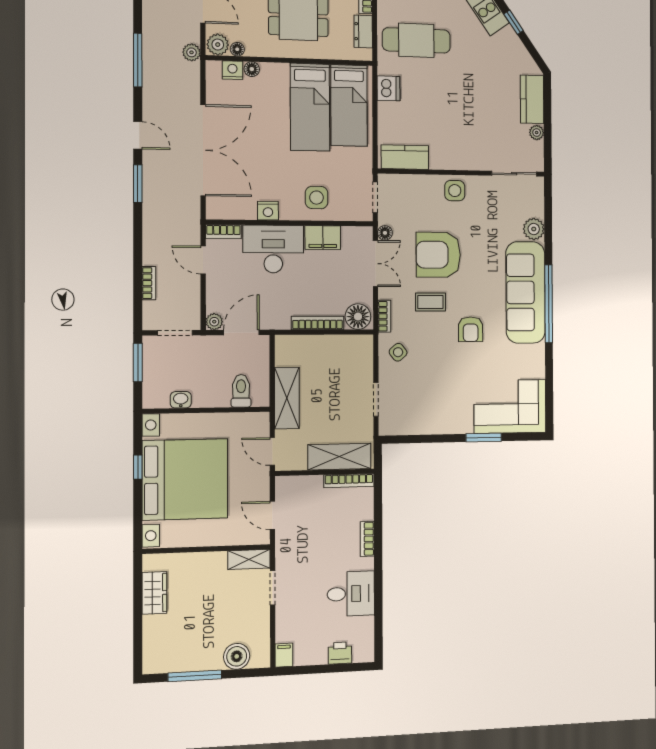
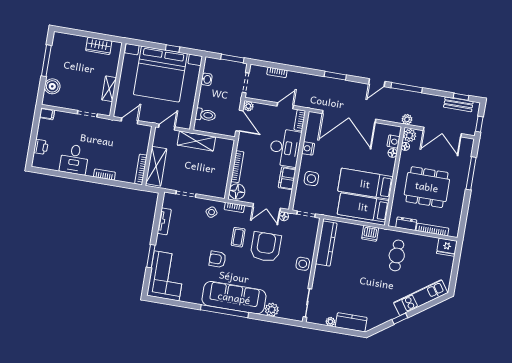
cafe table: (416, 40) -> (397, 255), width x0.73, depth x0.74
door: (138, 135) -> (377, 83), moved
kitchen counter: (405, 157) -> (326, 244), width x1.50
tv unit: (426, 427) -> (164, 221), added
shelving: (249, 559) -> (109, 89), moved

